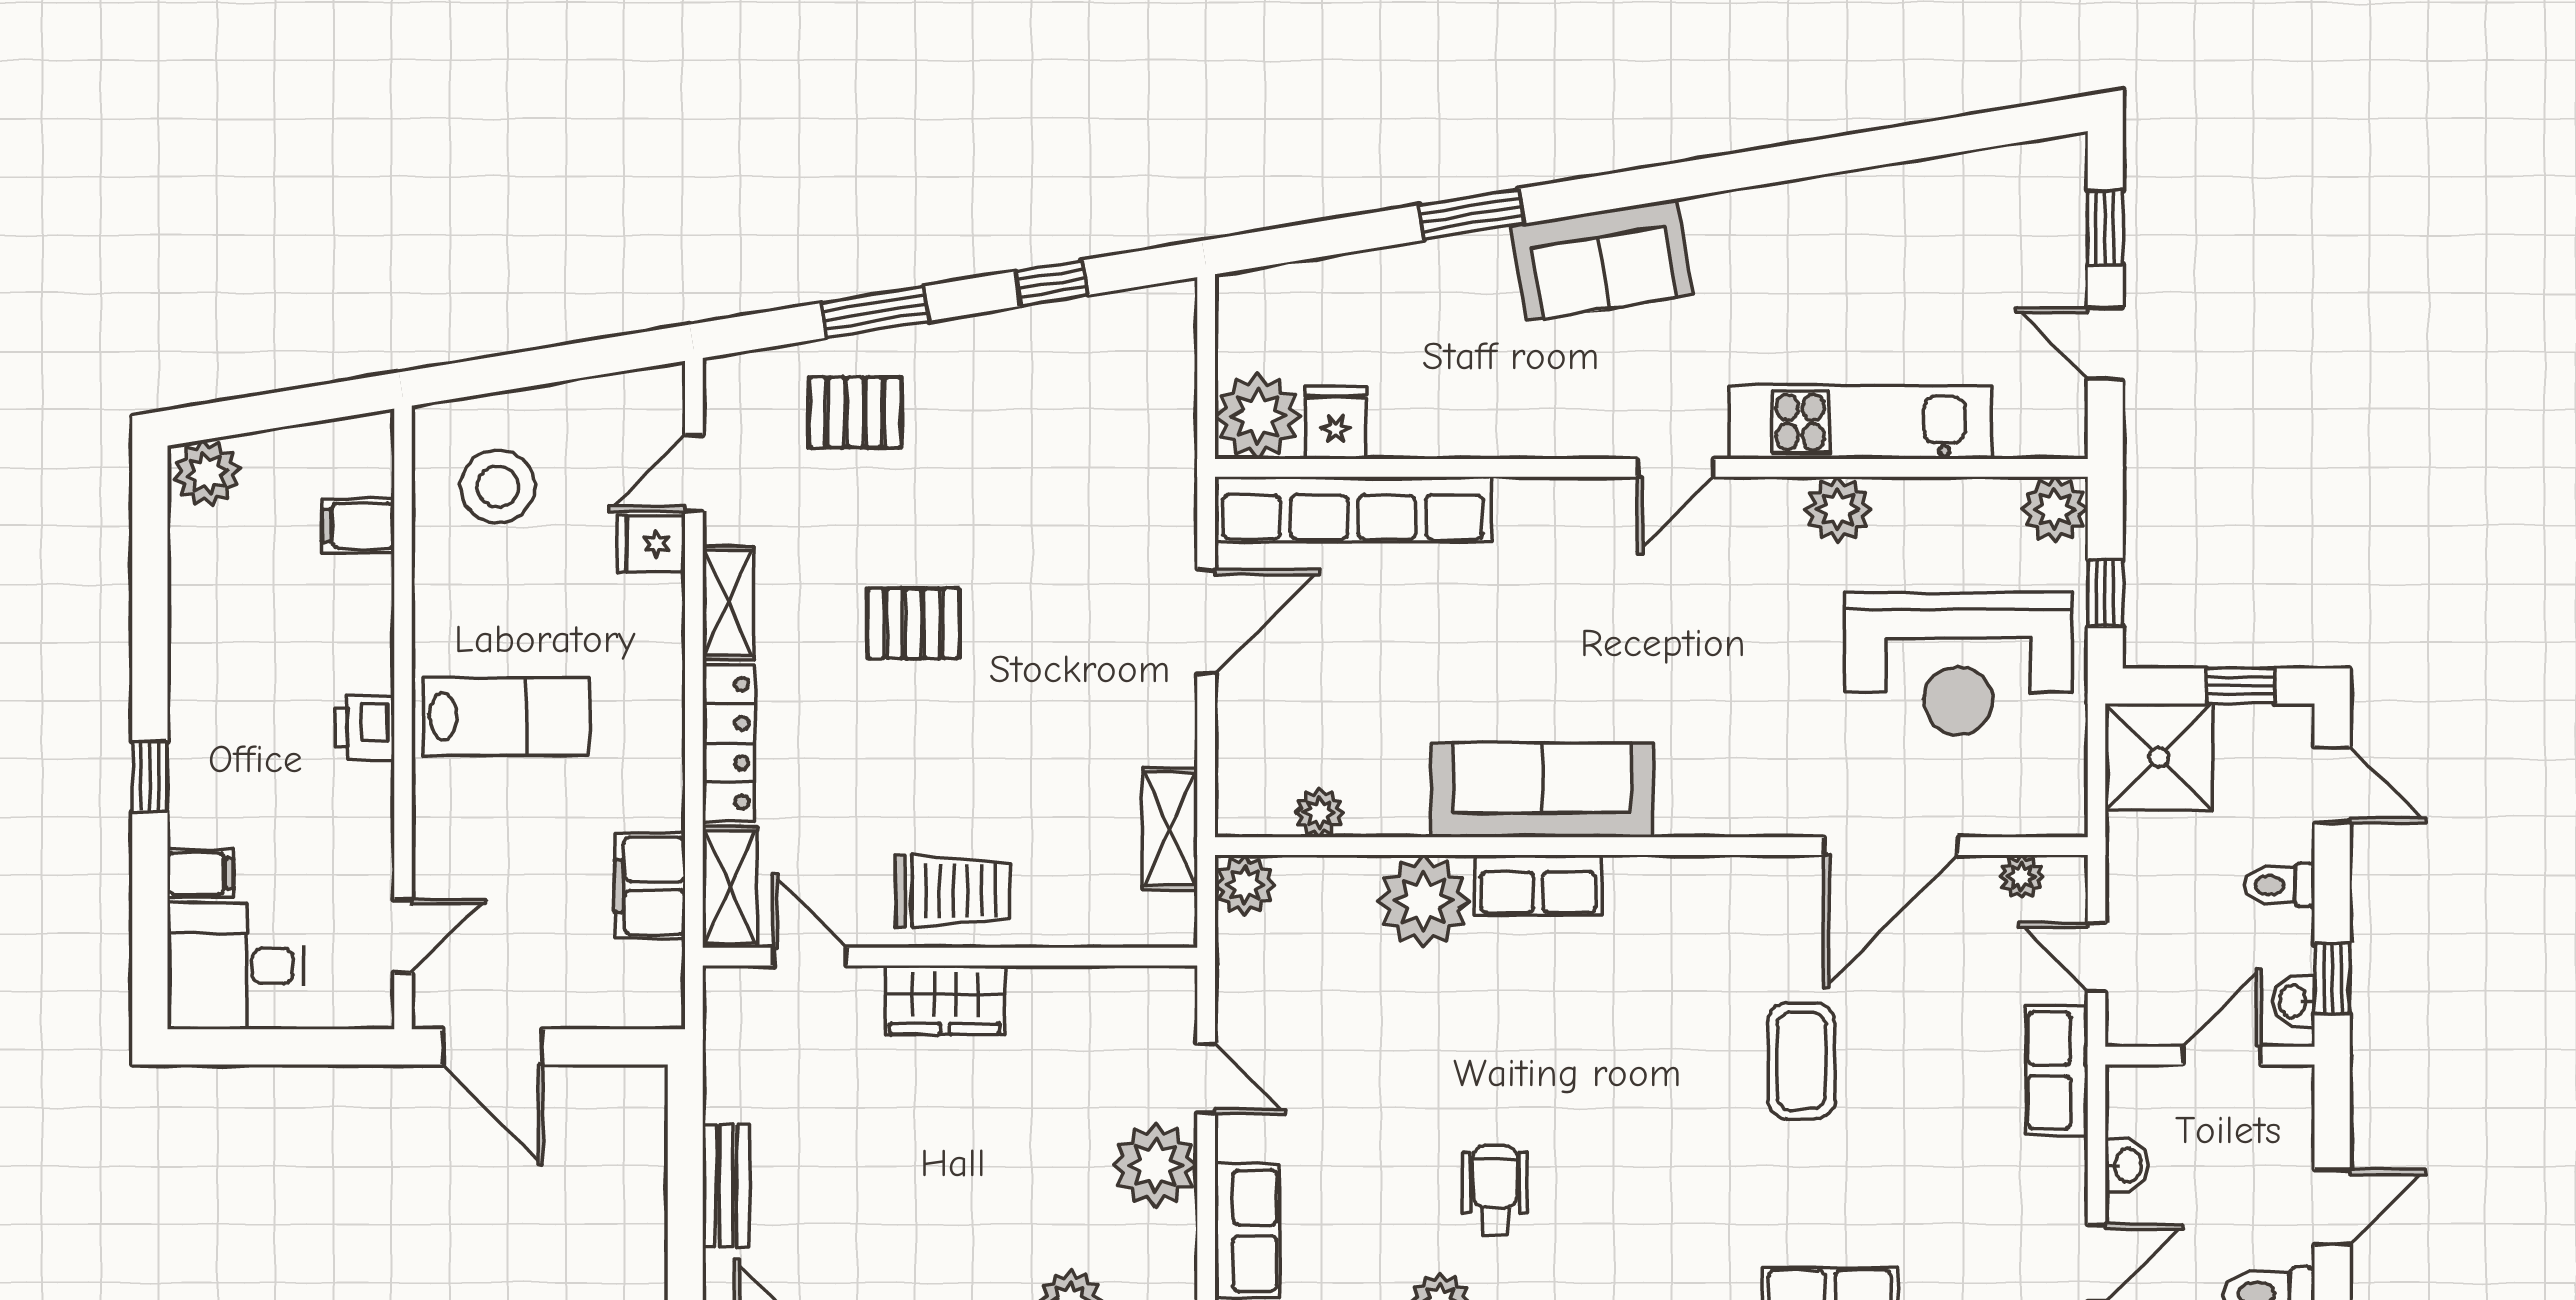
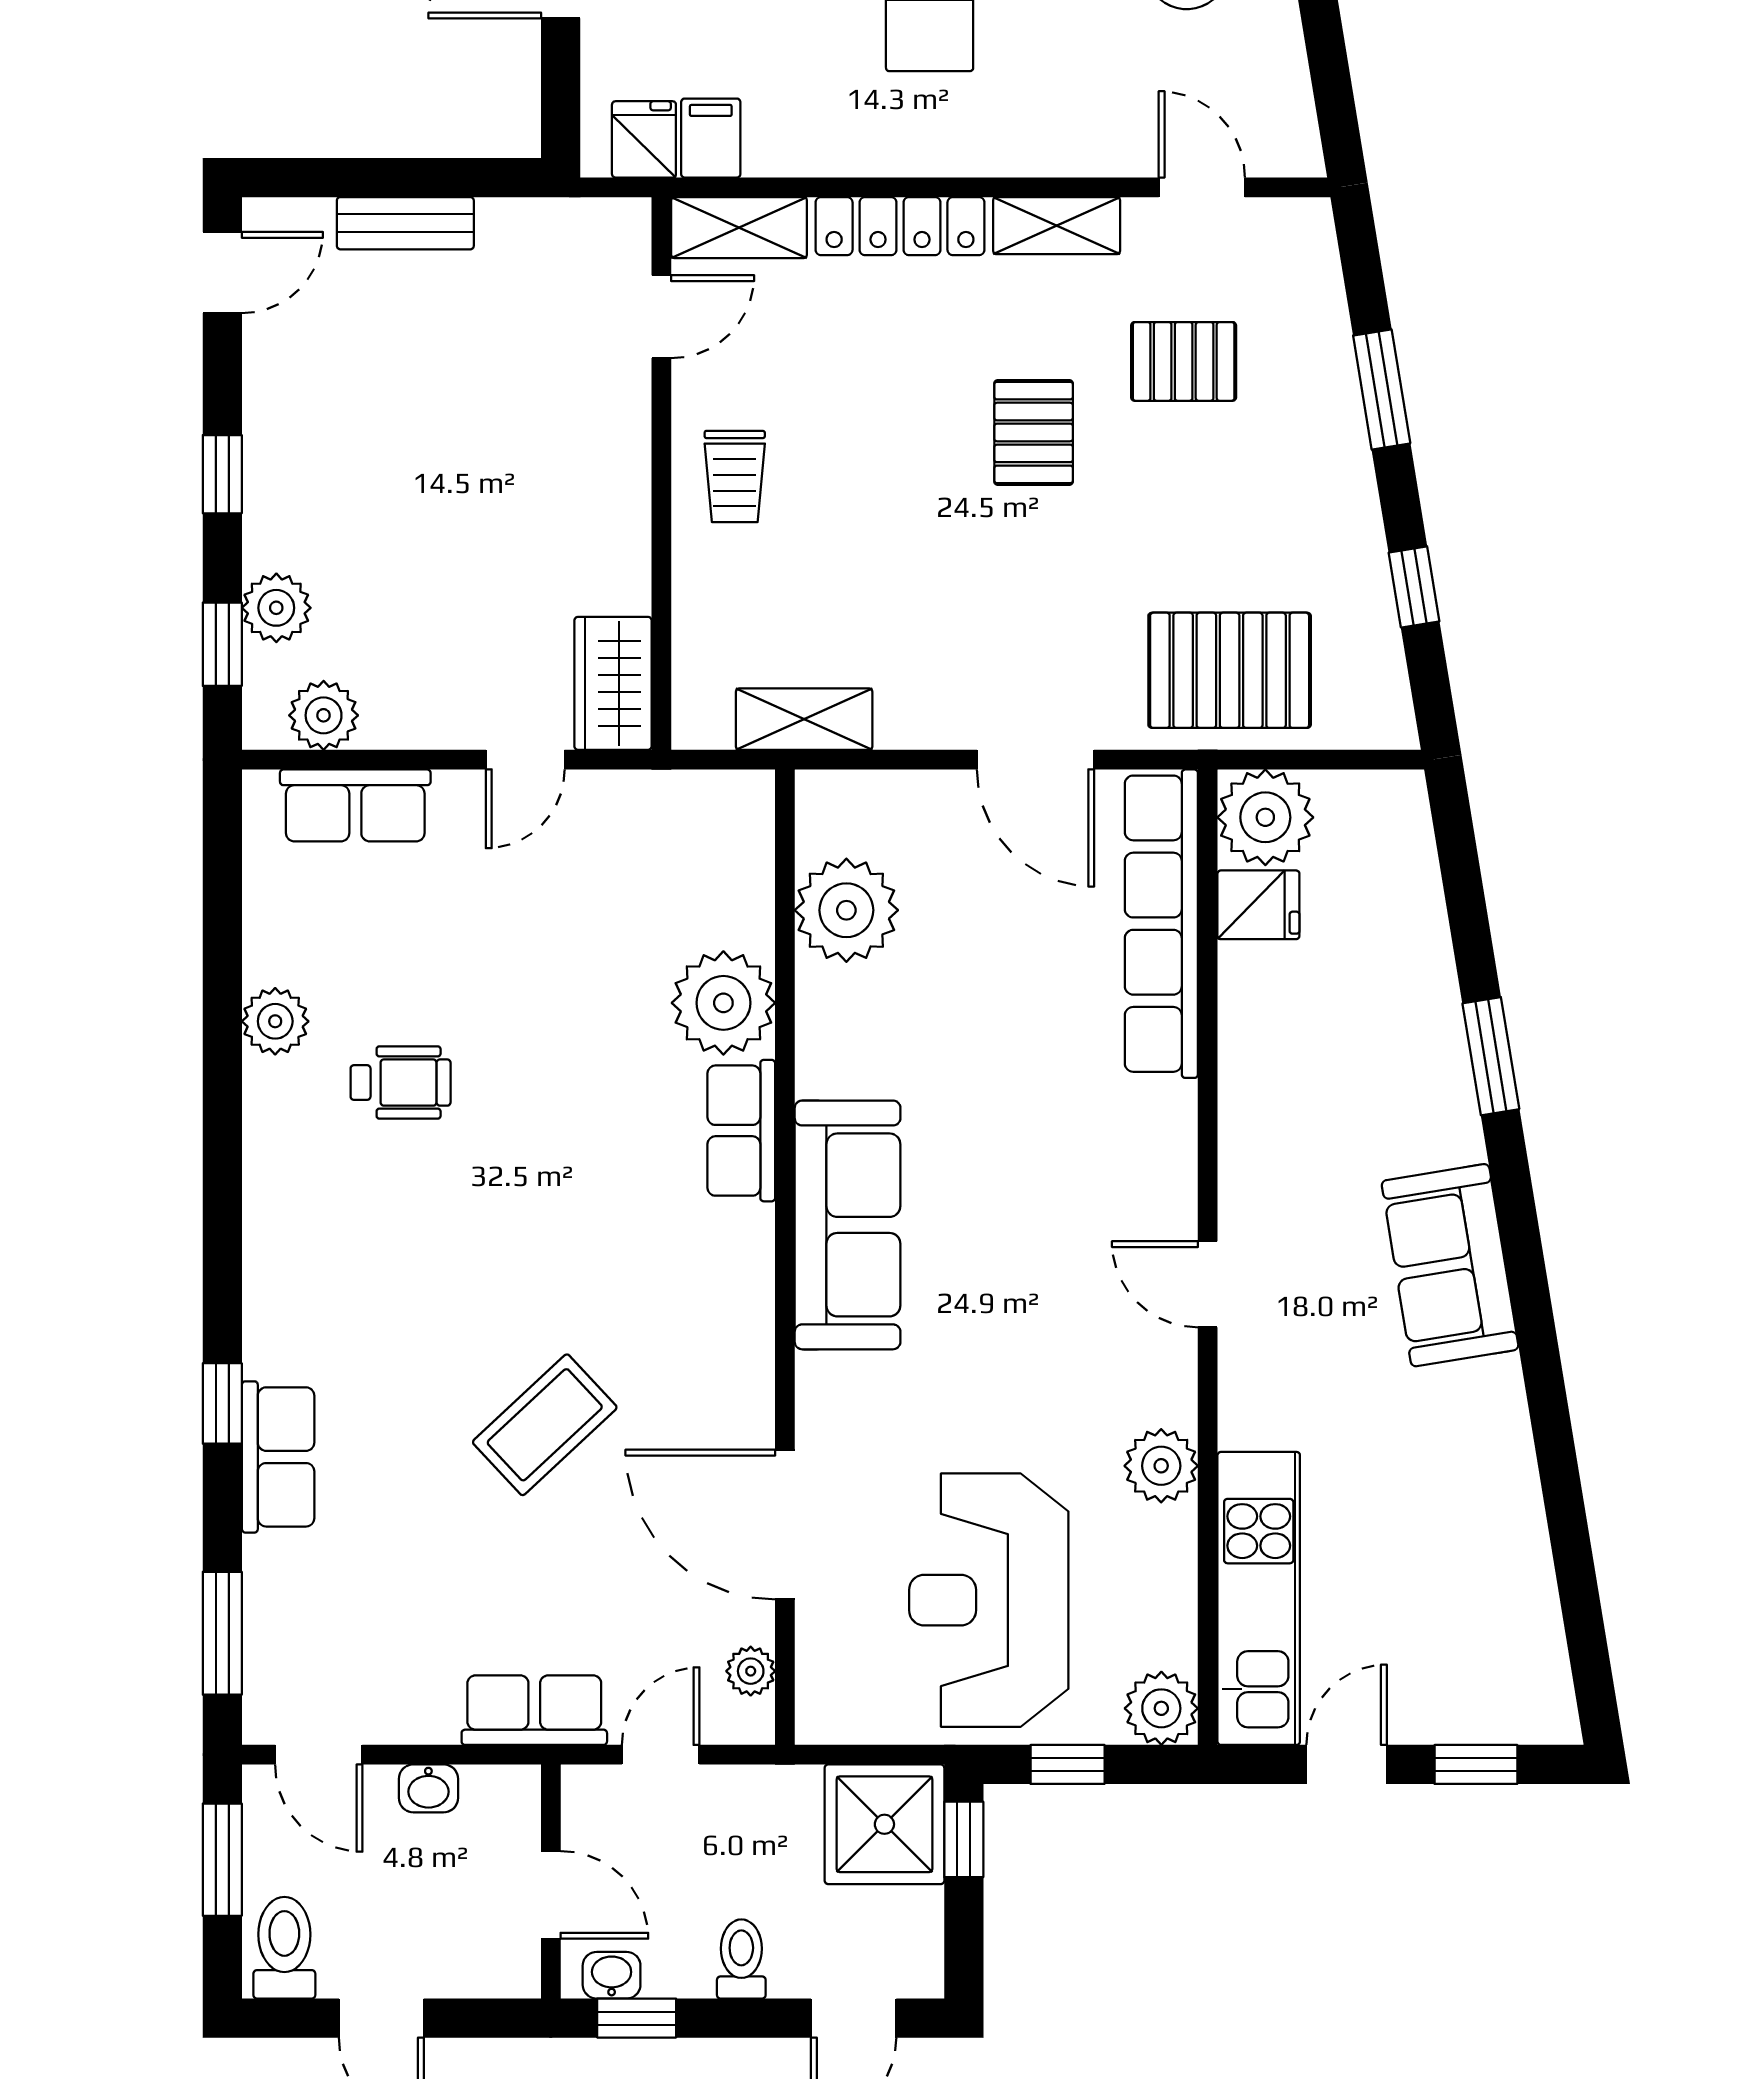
sofa: (1602, 260) -> (1450, 1265), moved
pallet: (855, 412) -> (1184, 361), moved, turned 90
kitchen unit: (1861, 422) -> (1259, 1598), moved
pallet: (1126, 448) -> (1230, 670), added
fridge: (651, 544) -> (644, 139), moved
window: (2241, 686) -> (964, 1839), moved
sofa: (1542, 790) -> (848, 1225), moved
plant: (1319, 813) -> (846, 910), width x1.87, depth x1.87
plant: (1245, 885) -> (742, 803), removed
filing cabinet: (650, 886) -> (711, 138), width x0.50
trolley: (953, 891) -> (735, 476), width x0.73, depth x0.72
wardrobe: (945, 1000) -> (613, 683), moved
coffee table: (1801, 1061) -> (545, 1425), turned -43
plant: (1155, 1165) -> (324, 715), moved, width x0.73, depth x0.73

